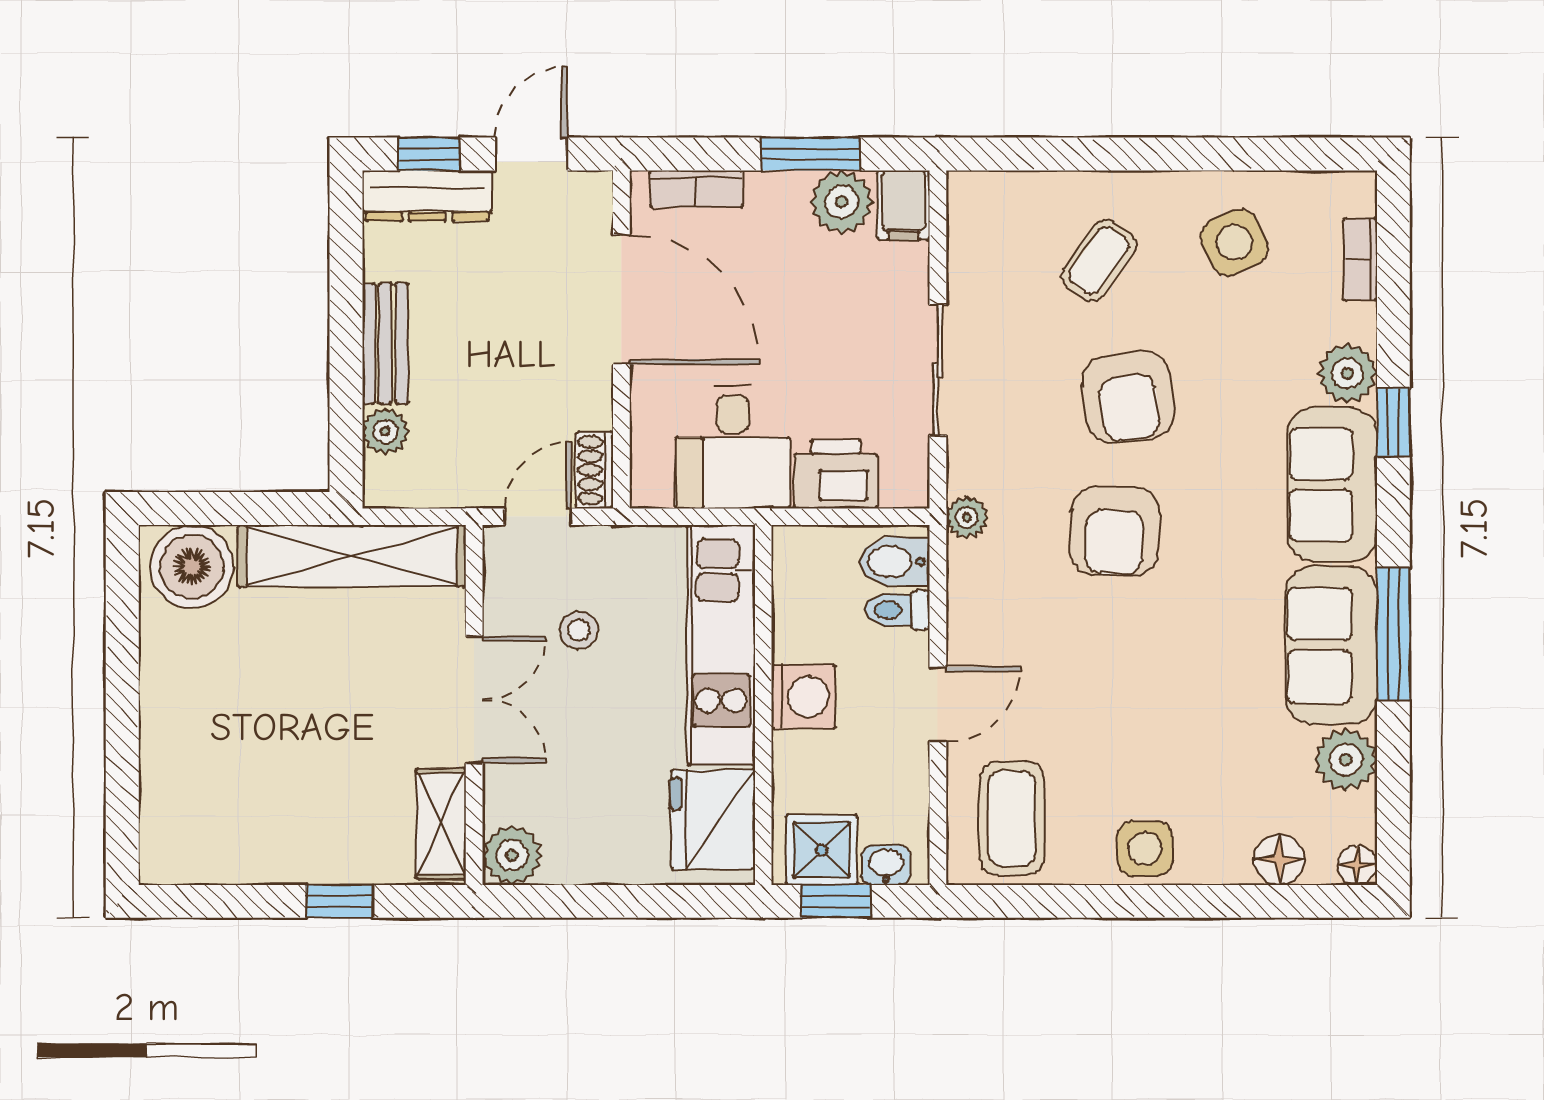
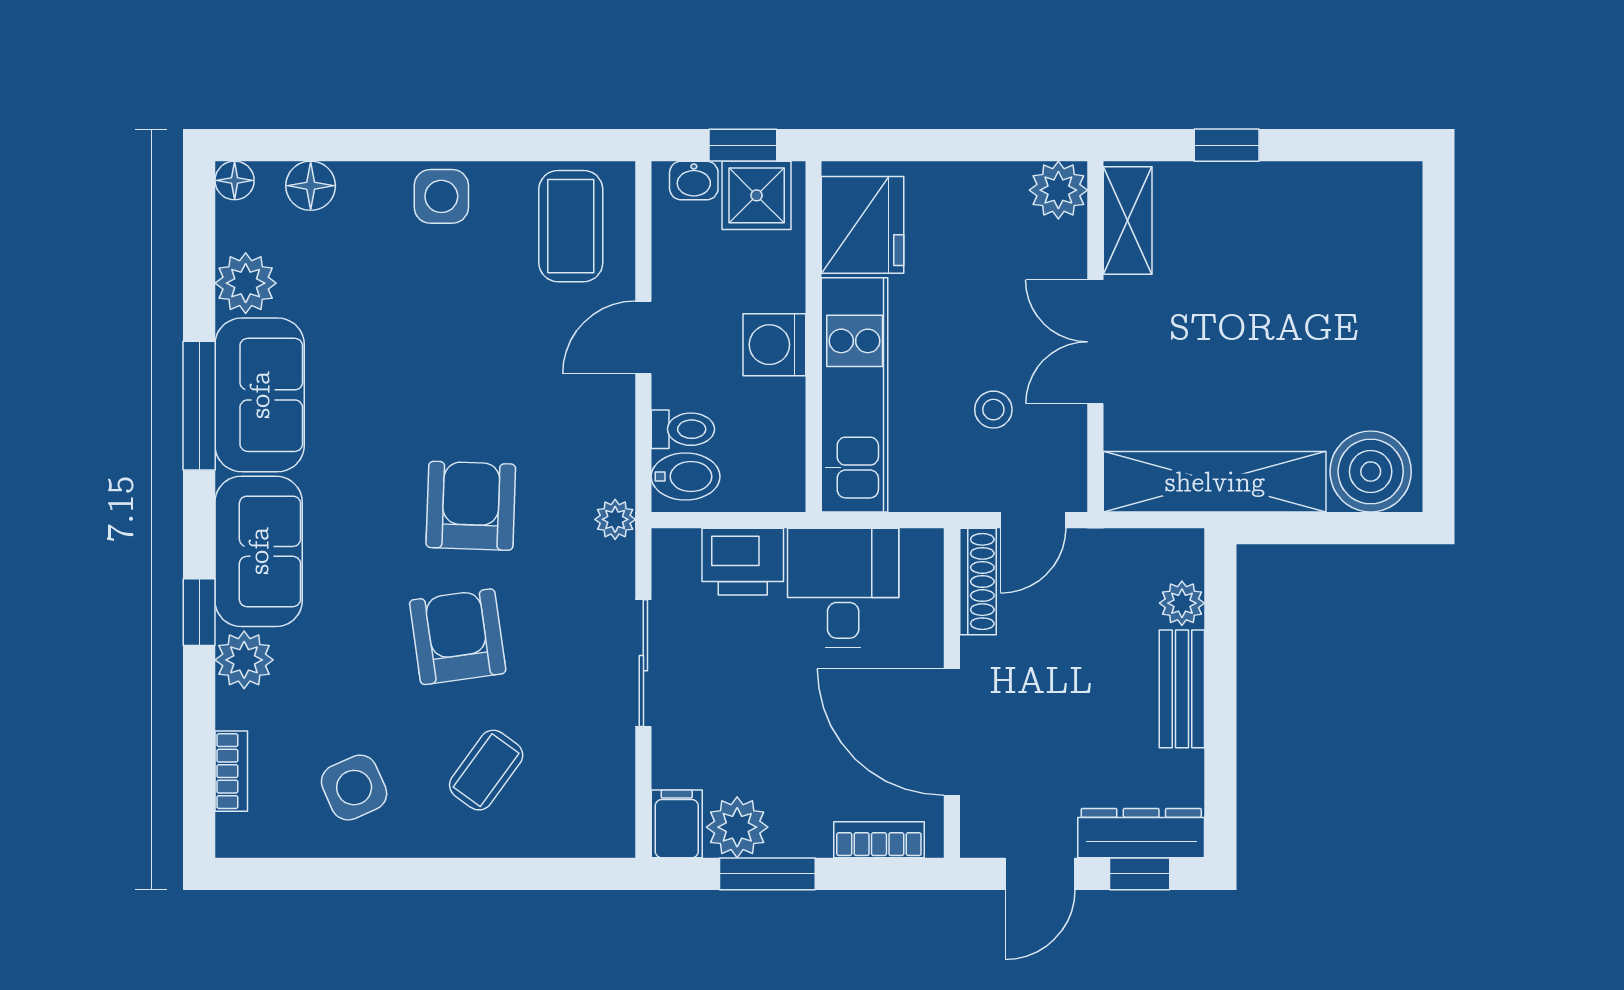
shoe rack: (595, 470) -> (978, 582), width x1.43

